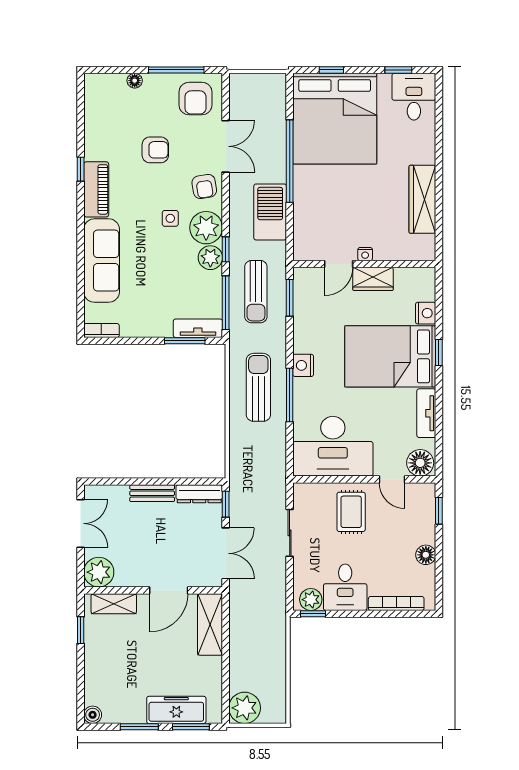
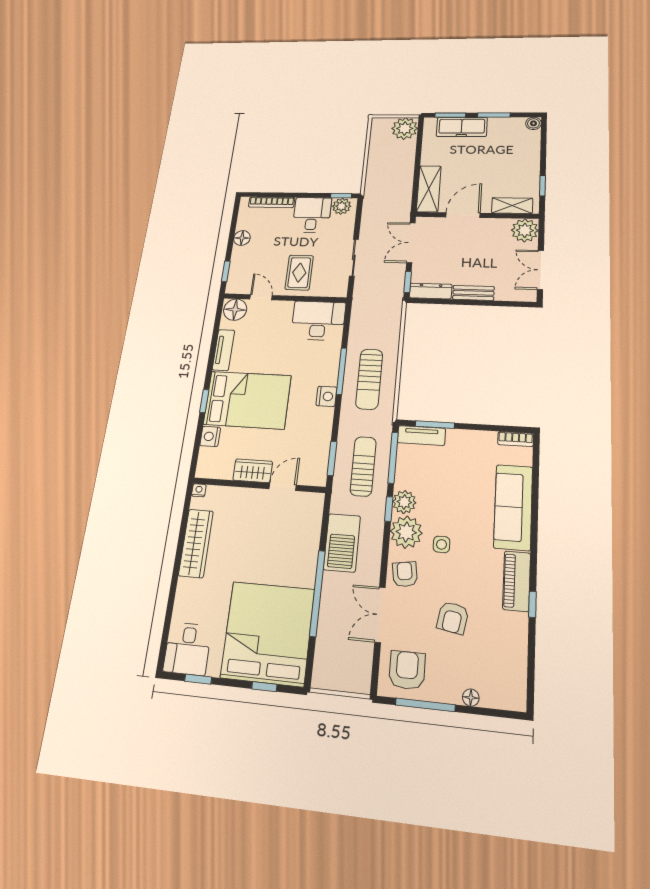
armchair: (155, 150) -> (453, 618), turned -80
nightstand: (365, 254) -> (199, 490), moved
desk: (333, 446) -> (318, 321), width x0.73, depth x0.77

